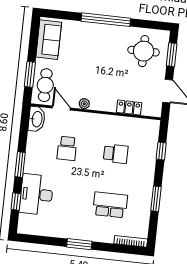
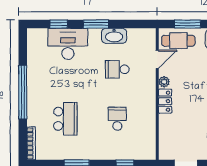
locker: (129, 108) -> (165, 101), moved
washbasin: (37, 119) -> (114, 36), moved
school desk: (116, 154) -> (117, 119), turned 180
window: (79, 244) -> (23, 92), width x2.11

